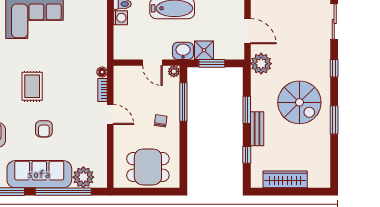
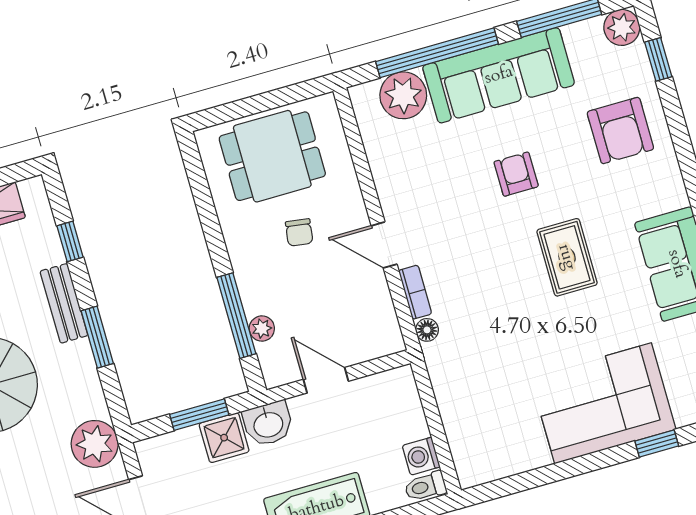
plant: (174, 71) -> (262, 329), moved
chair: (161, 121) -> (299, 232), moved

